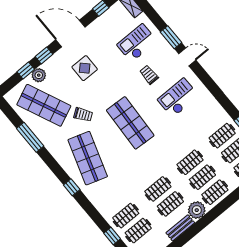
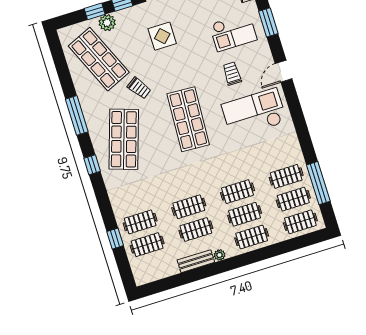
window: (171, 37) -> (268, 22), moved
checkout: (137, 43) -> (233, 32), turned 180
door: (187, 57) -> (284, 71), swing flipped
checkout: (178, 98) -> (254, 113), width x1.36, depth x1.21
window: (30, 137) -> (77, 115), moved
plant: (197, 210) -> (220, 255), width x0.53, depth x0.53

